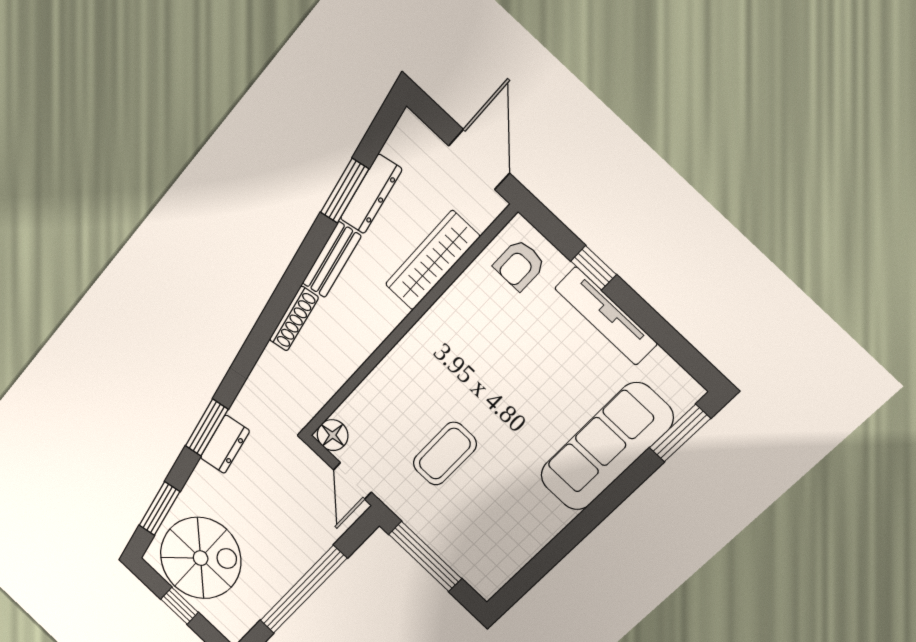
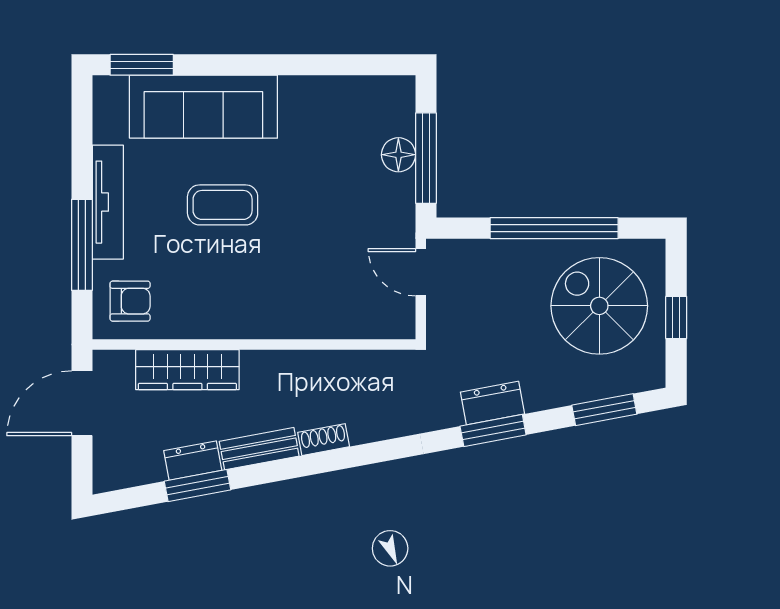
dresser: (371, 194) -> (193, 461), width x0.70
window: (594, 268) -> (82, 245), width x2.17
shoe rack: (294, 319) -> (324, 440), width x0.70
floor lamp: (333, 435) -> (398, 155), moved
coffee table: (445, 454) -> (223, 205), moved
door: (353, 481) -> (421, 272), swing flipped
spiral stairs: (201, 558) -> (599, 306), moved

